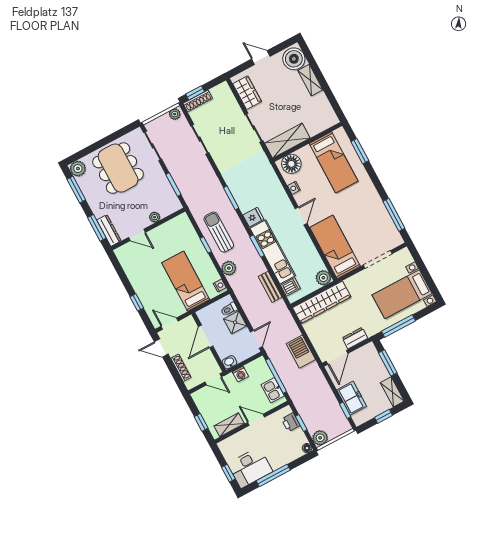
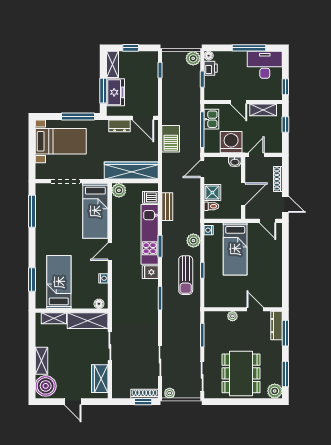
shelving: (320, 126) -> (54, 318), added
floor lamp: (291, 164) -> (99, 304), width x0.53, depth x0.53
window: (137, 302) -> (285, 253), removed
door: (337, 357) -> (143, 118), swing flipped
washing machine: (240, 374) -> (231, 142), width x1.89, depth x1.89
door: (213, 379) -> (256, 155), hinge flipped
freezer: (352, 398) -> (115, 92), moved, turned 180
printer: (291, 422) -> (211, 68), moved
window: (228, 473) -> (285, 87), moved

